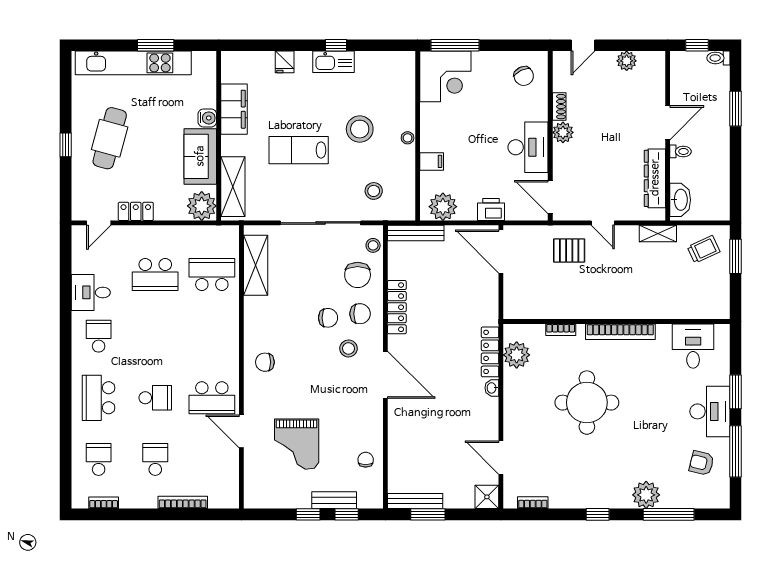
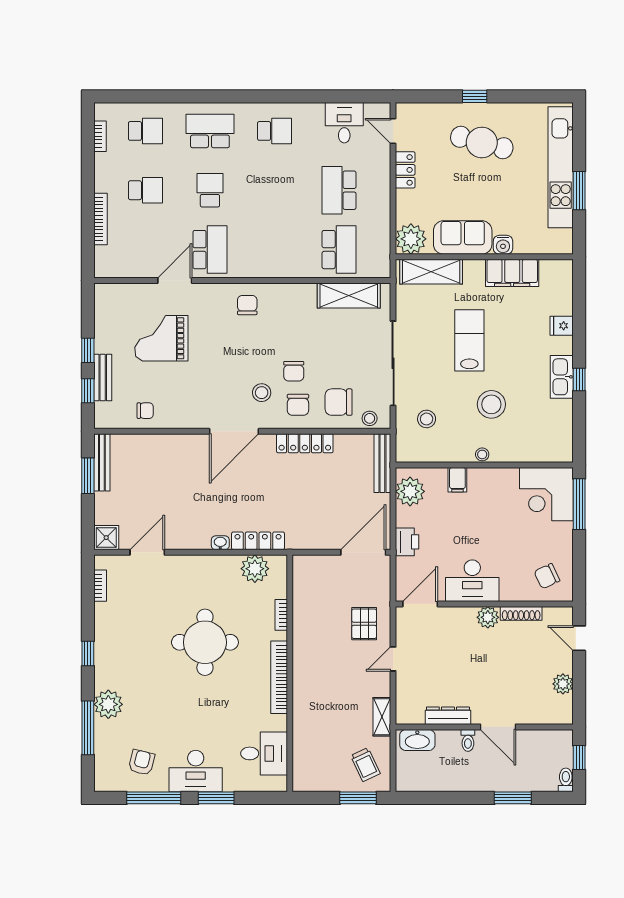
shoe rack: (559, 107) -> (521, 613), width x1.43
dresser: (655, 178) -> (448, 716), width x0.73, depth x0.80
desk: (91, 292) -> (344, 123), moved
school desk: (155, 398) -> (210, 190), turned 180
school desk: (212, 398) -> (210, 250), turned 180

